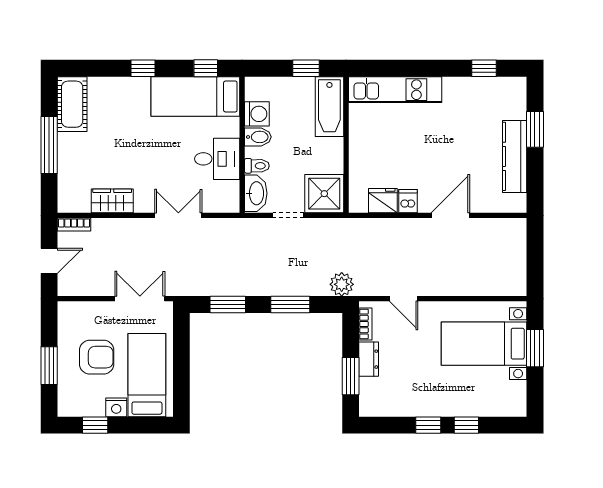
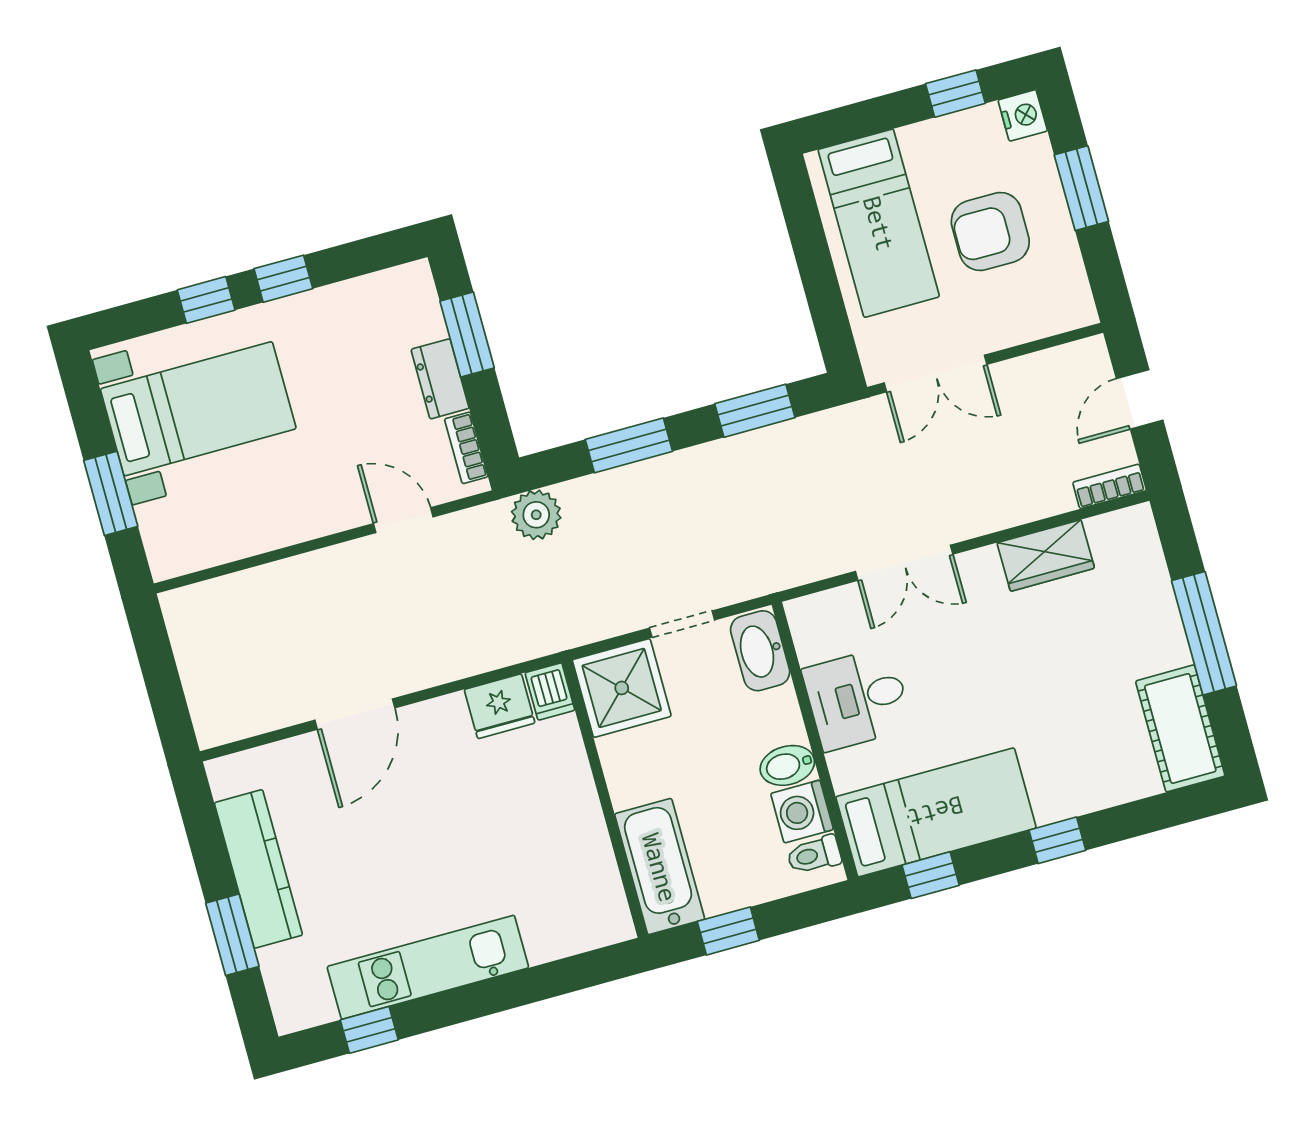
kitchen unit: (395, 90) -> (428, 967), moved
toilet: (257, 166) -> (814, 855), moved
dishwasher: (408, 201) -> (550, 691), moved
bed with nightstands: (484, 344) -> (198, 409), moved
nightstand: (116, 407) -> (1023, 115), moved, turned 90

